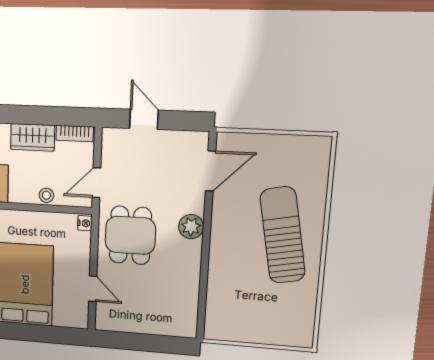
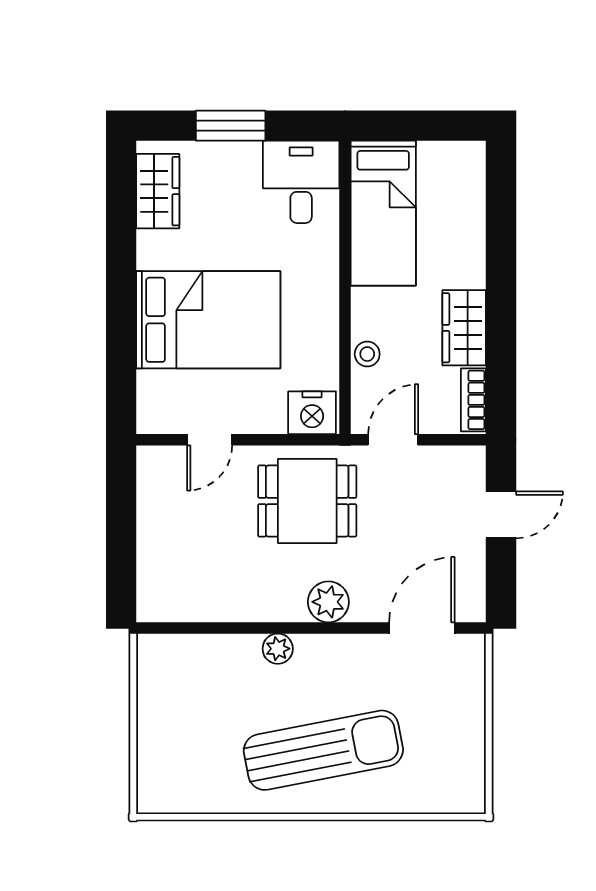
door: (211, 171) -> (422, 628), swing flipped
door: (96, 183) -> (393, 440), hinge flipped
nightstand: (85, 223) -> (312, 413), width x1.89, depth x1.79
plant: (218, 258) -> (278, 649), added

